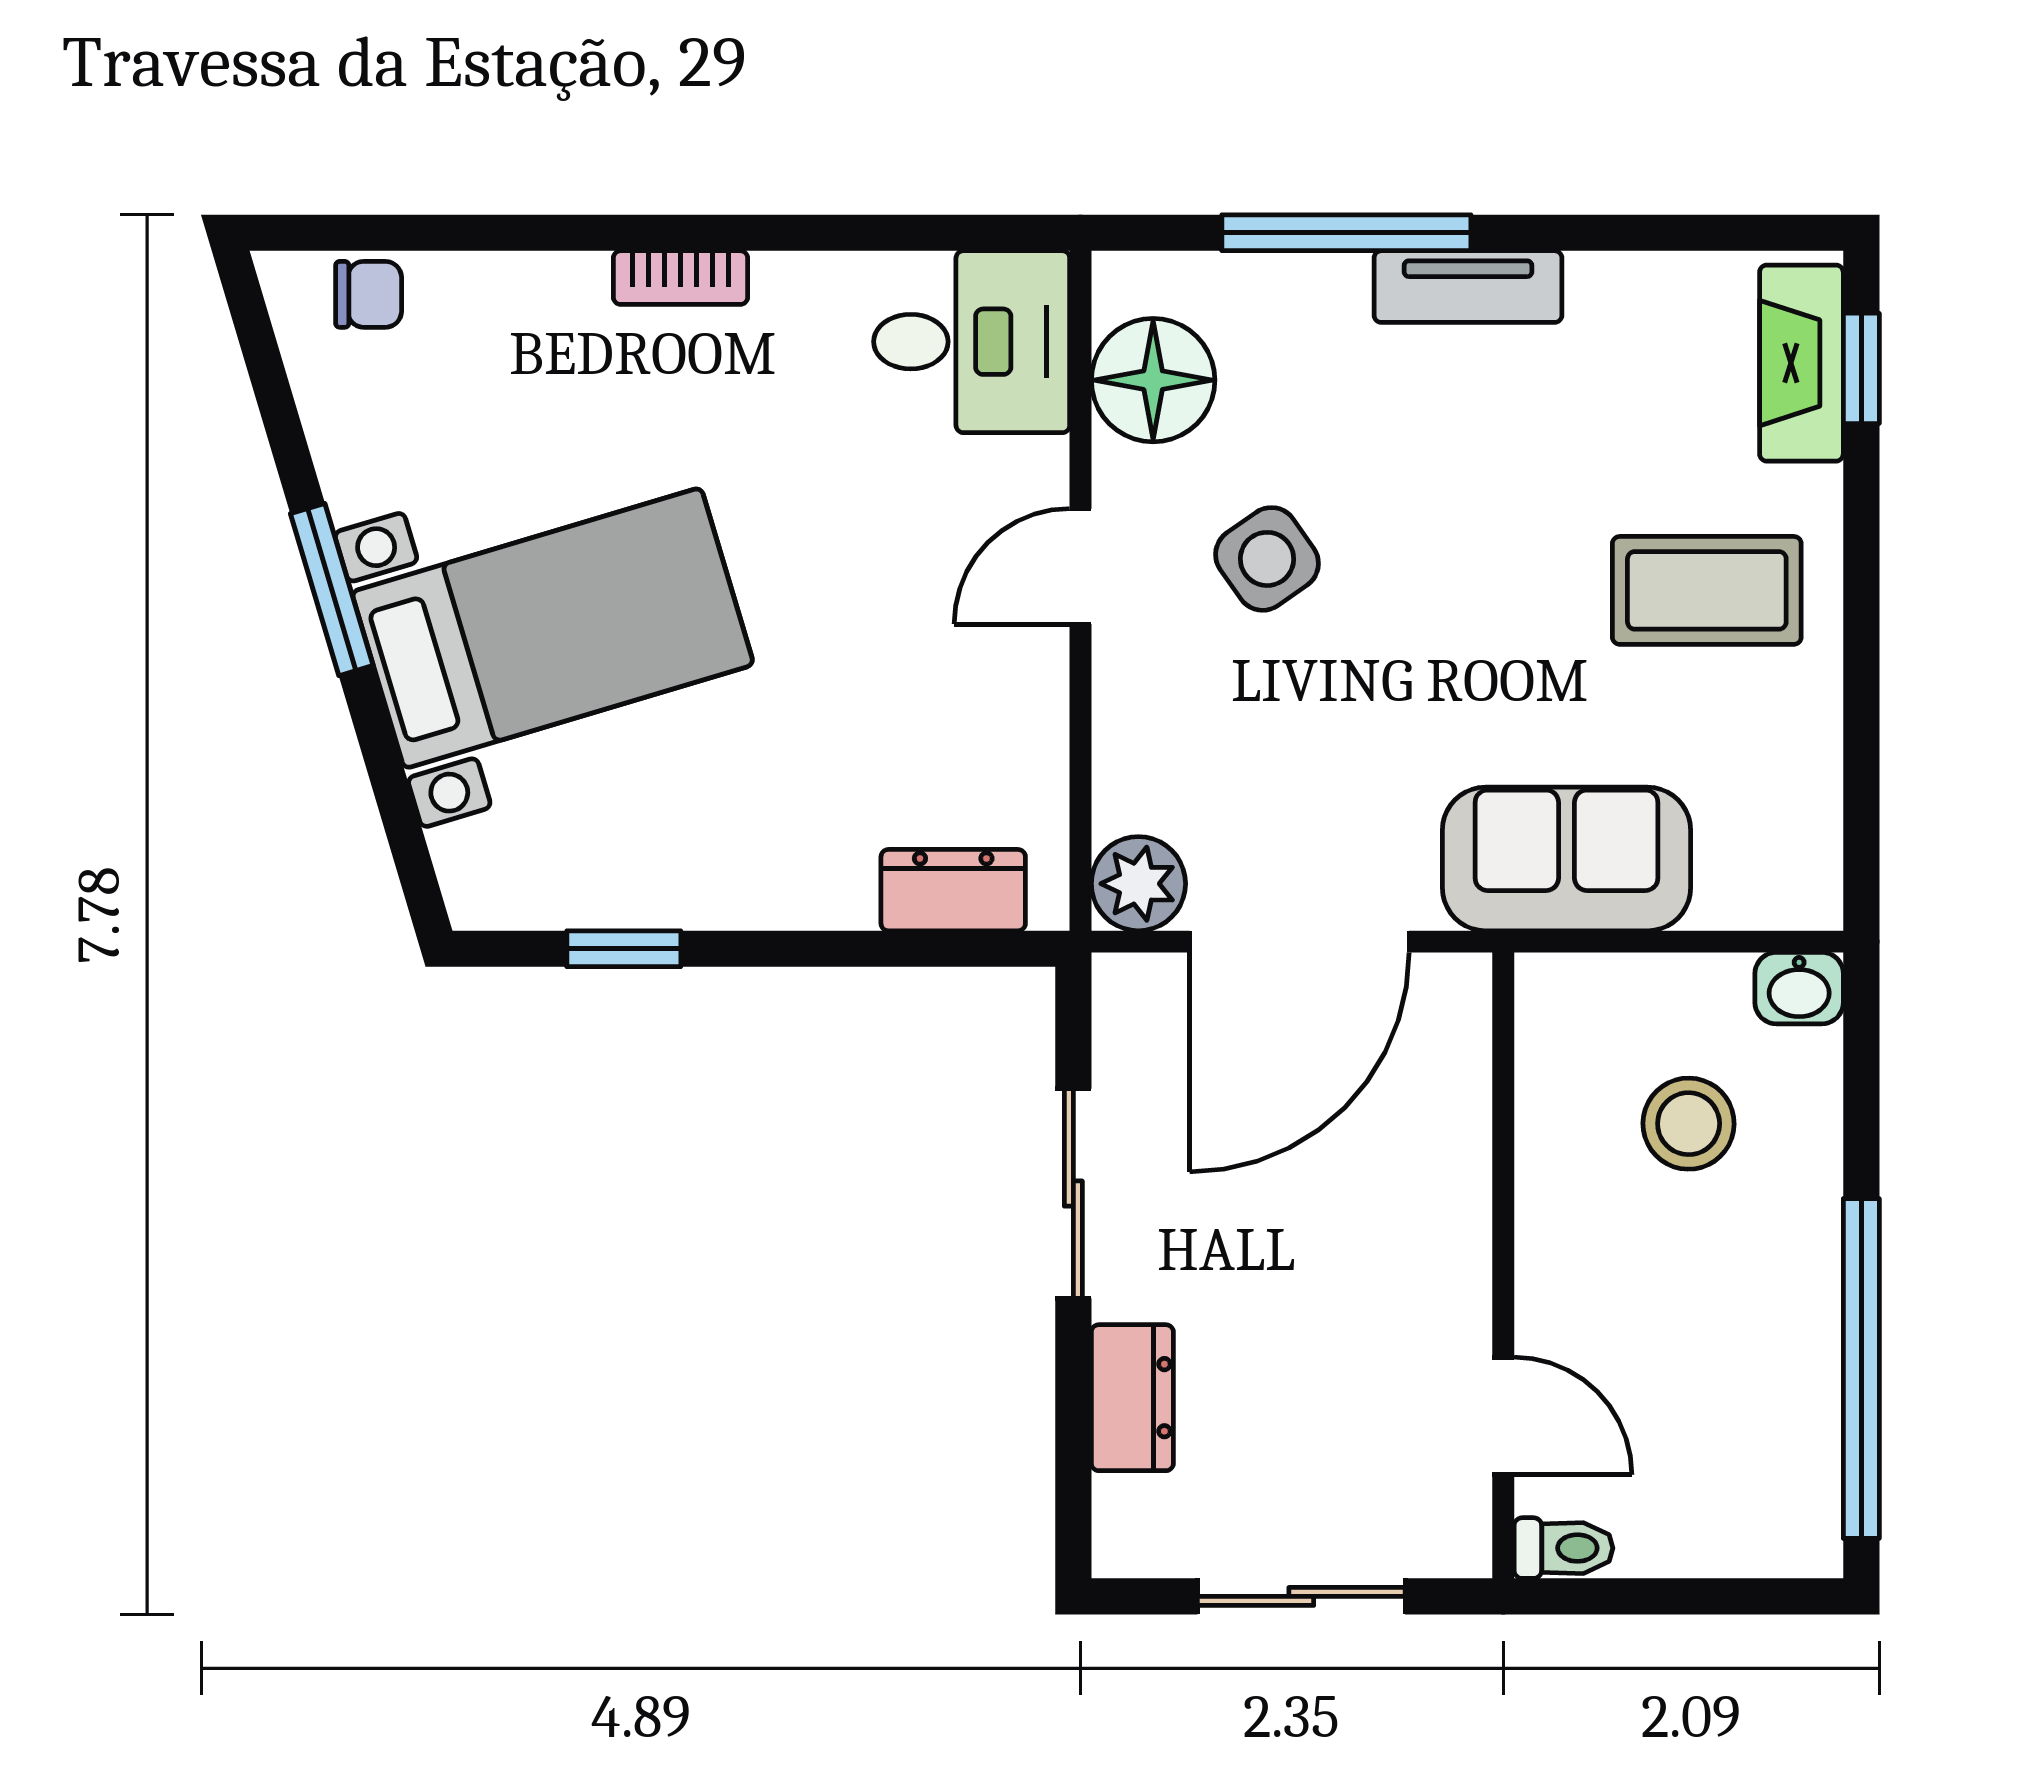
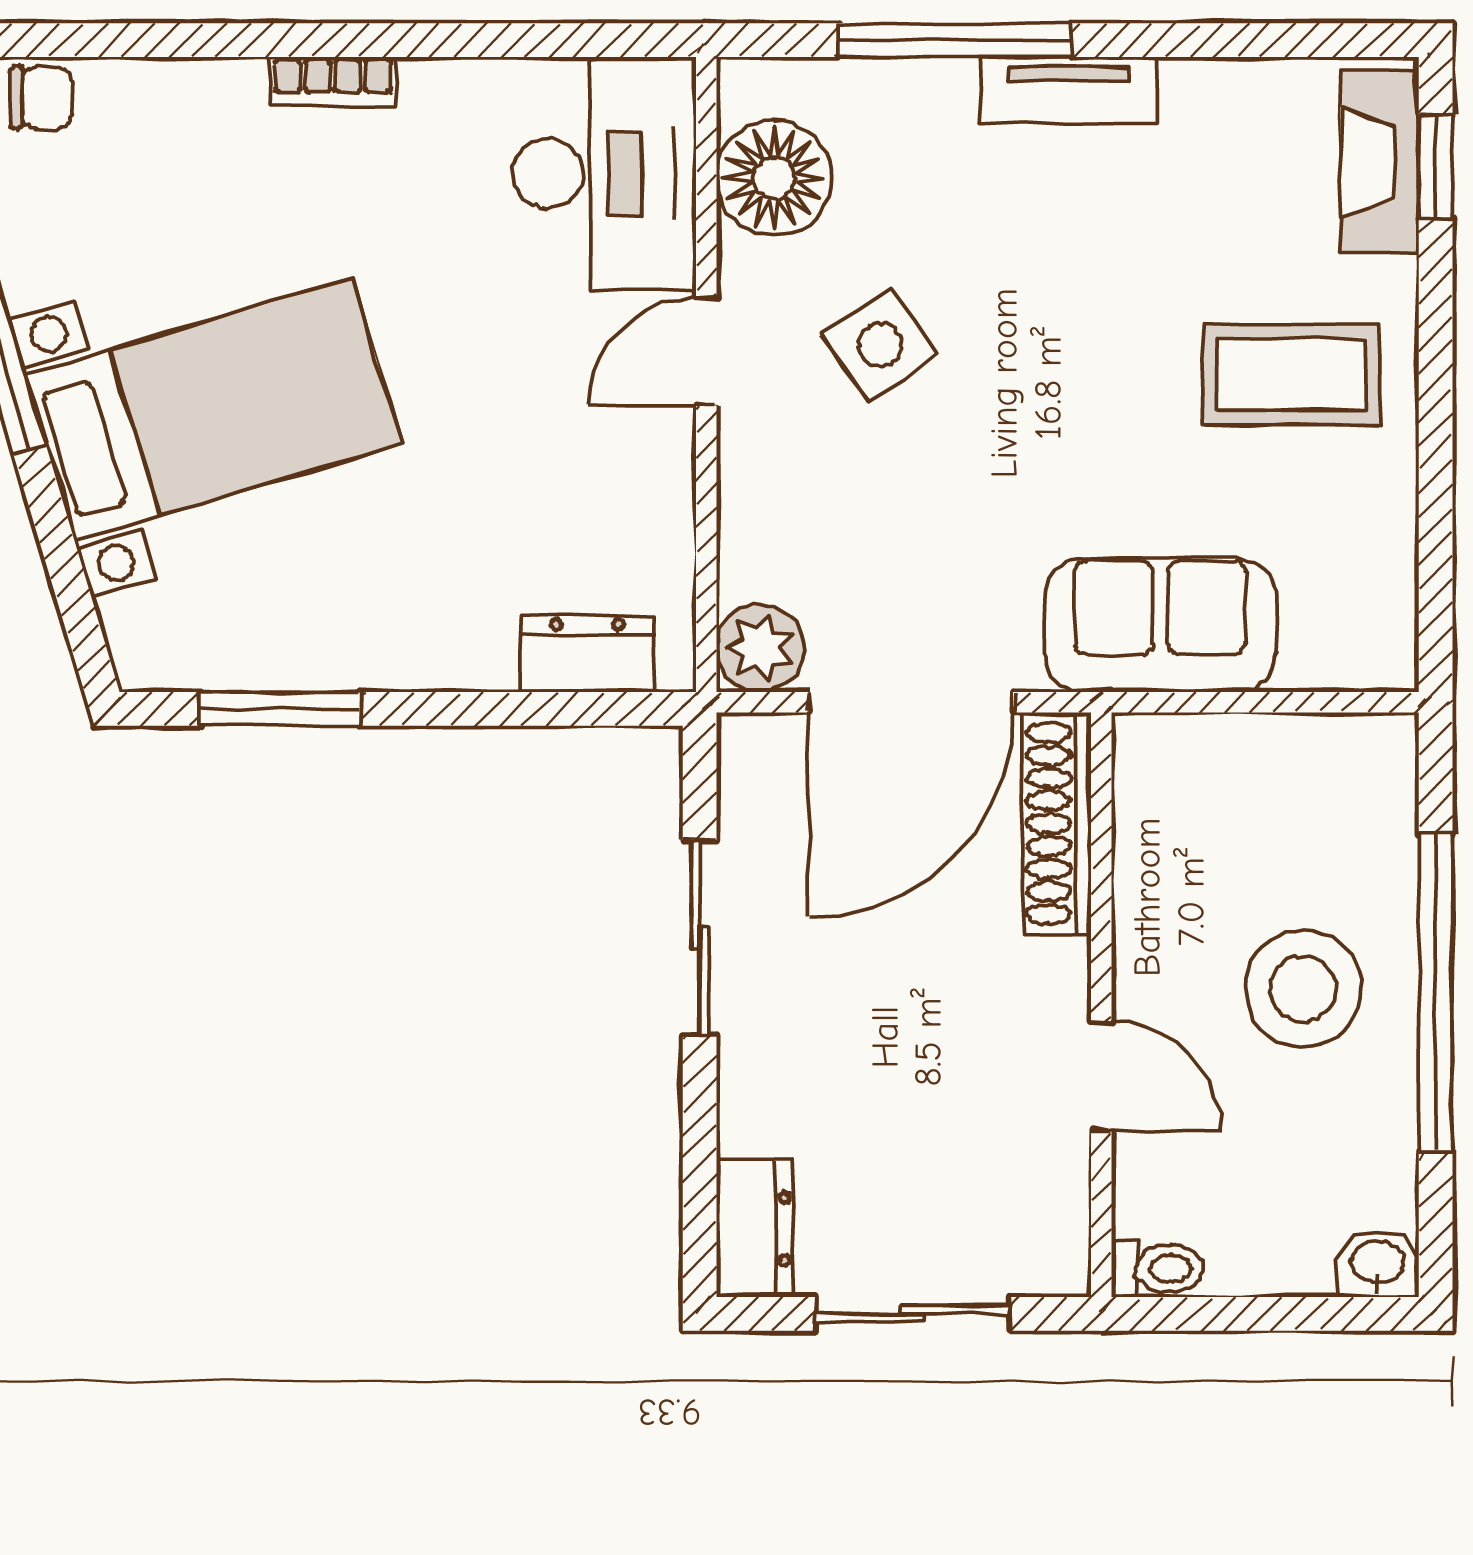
desk: (972, 342) -> (605, 174), width x1.37
window: (624, 949) -> (280, 709), width x1.50
washbasin: (1799, 988) -> (1378, 1264), moved, turned 180
shoe rack: (1456, 1071) -> (1057, 823), added
stool: (1689, 1124) -> (1303, 988), moved, width x1.38, depth x1.38
window: (1861, 1369) -> (1436, 992), moved
dresser: (1132, 1398) -> (755, 1229), moved
door: (1503, 1416) -> (1101, 1076), moved

